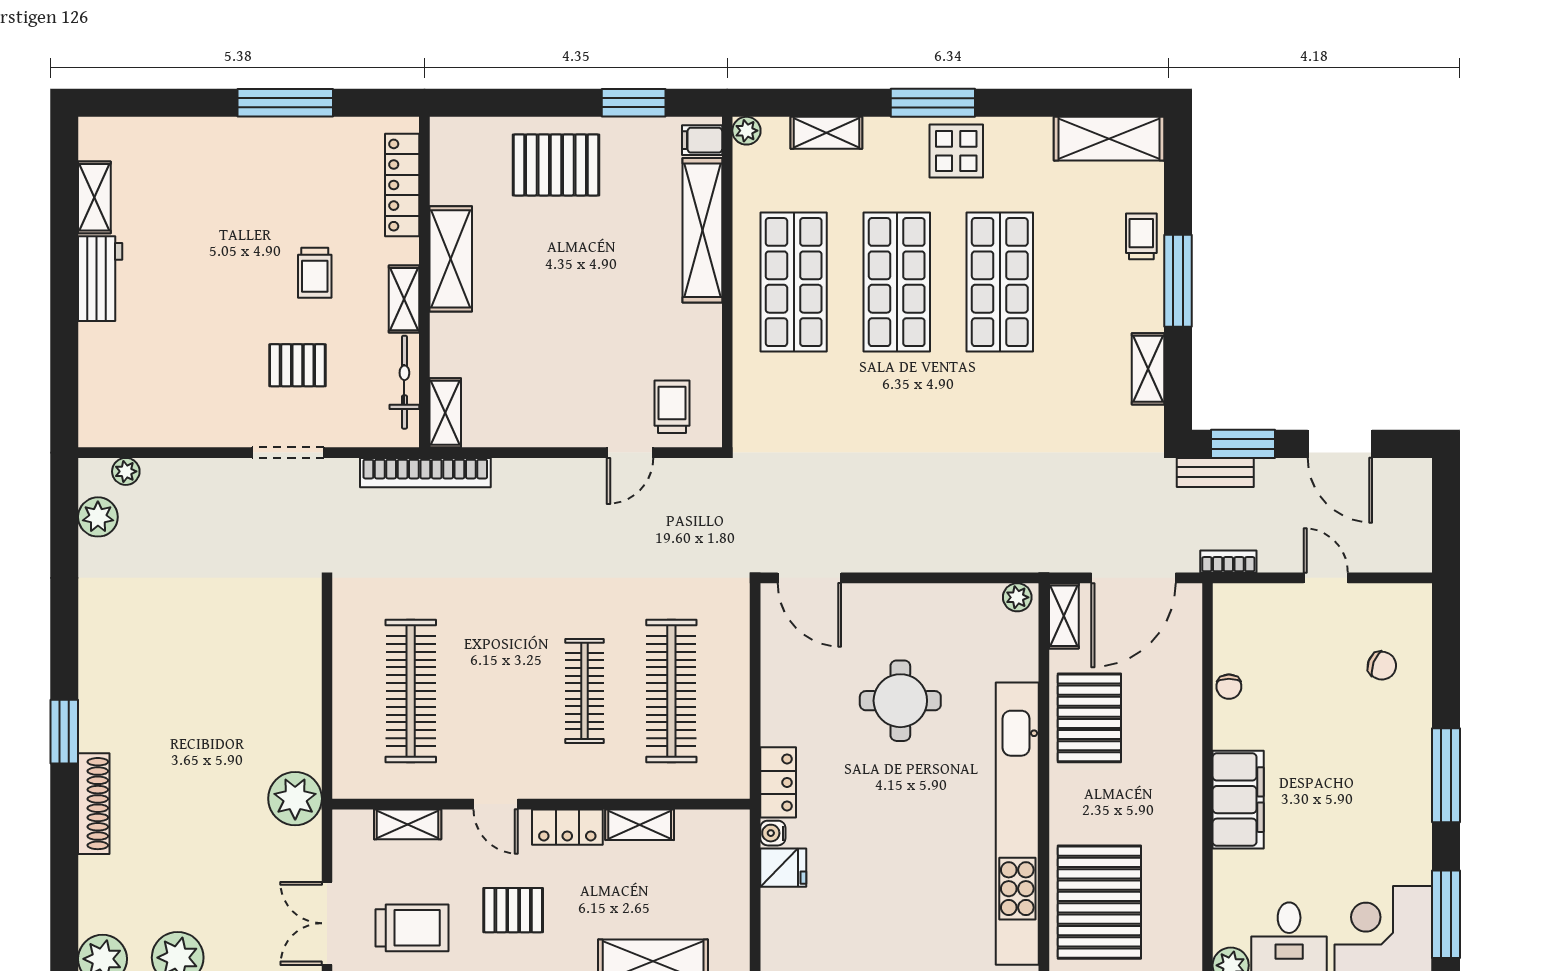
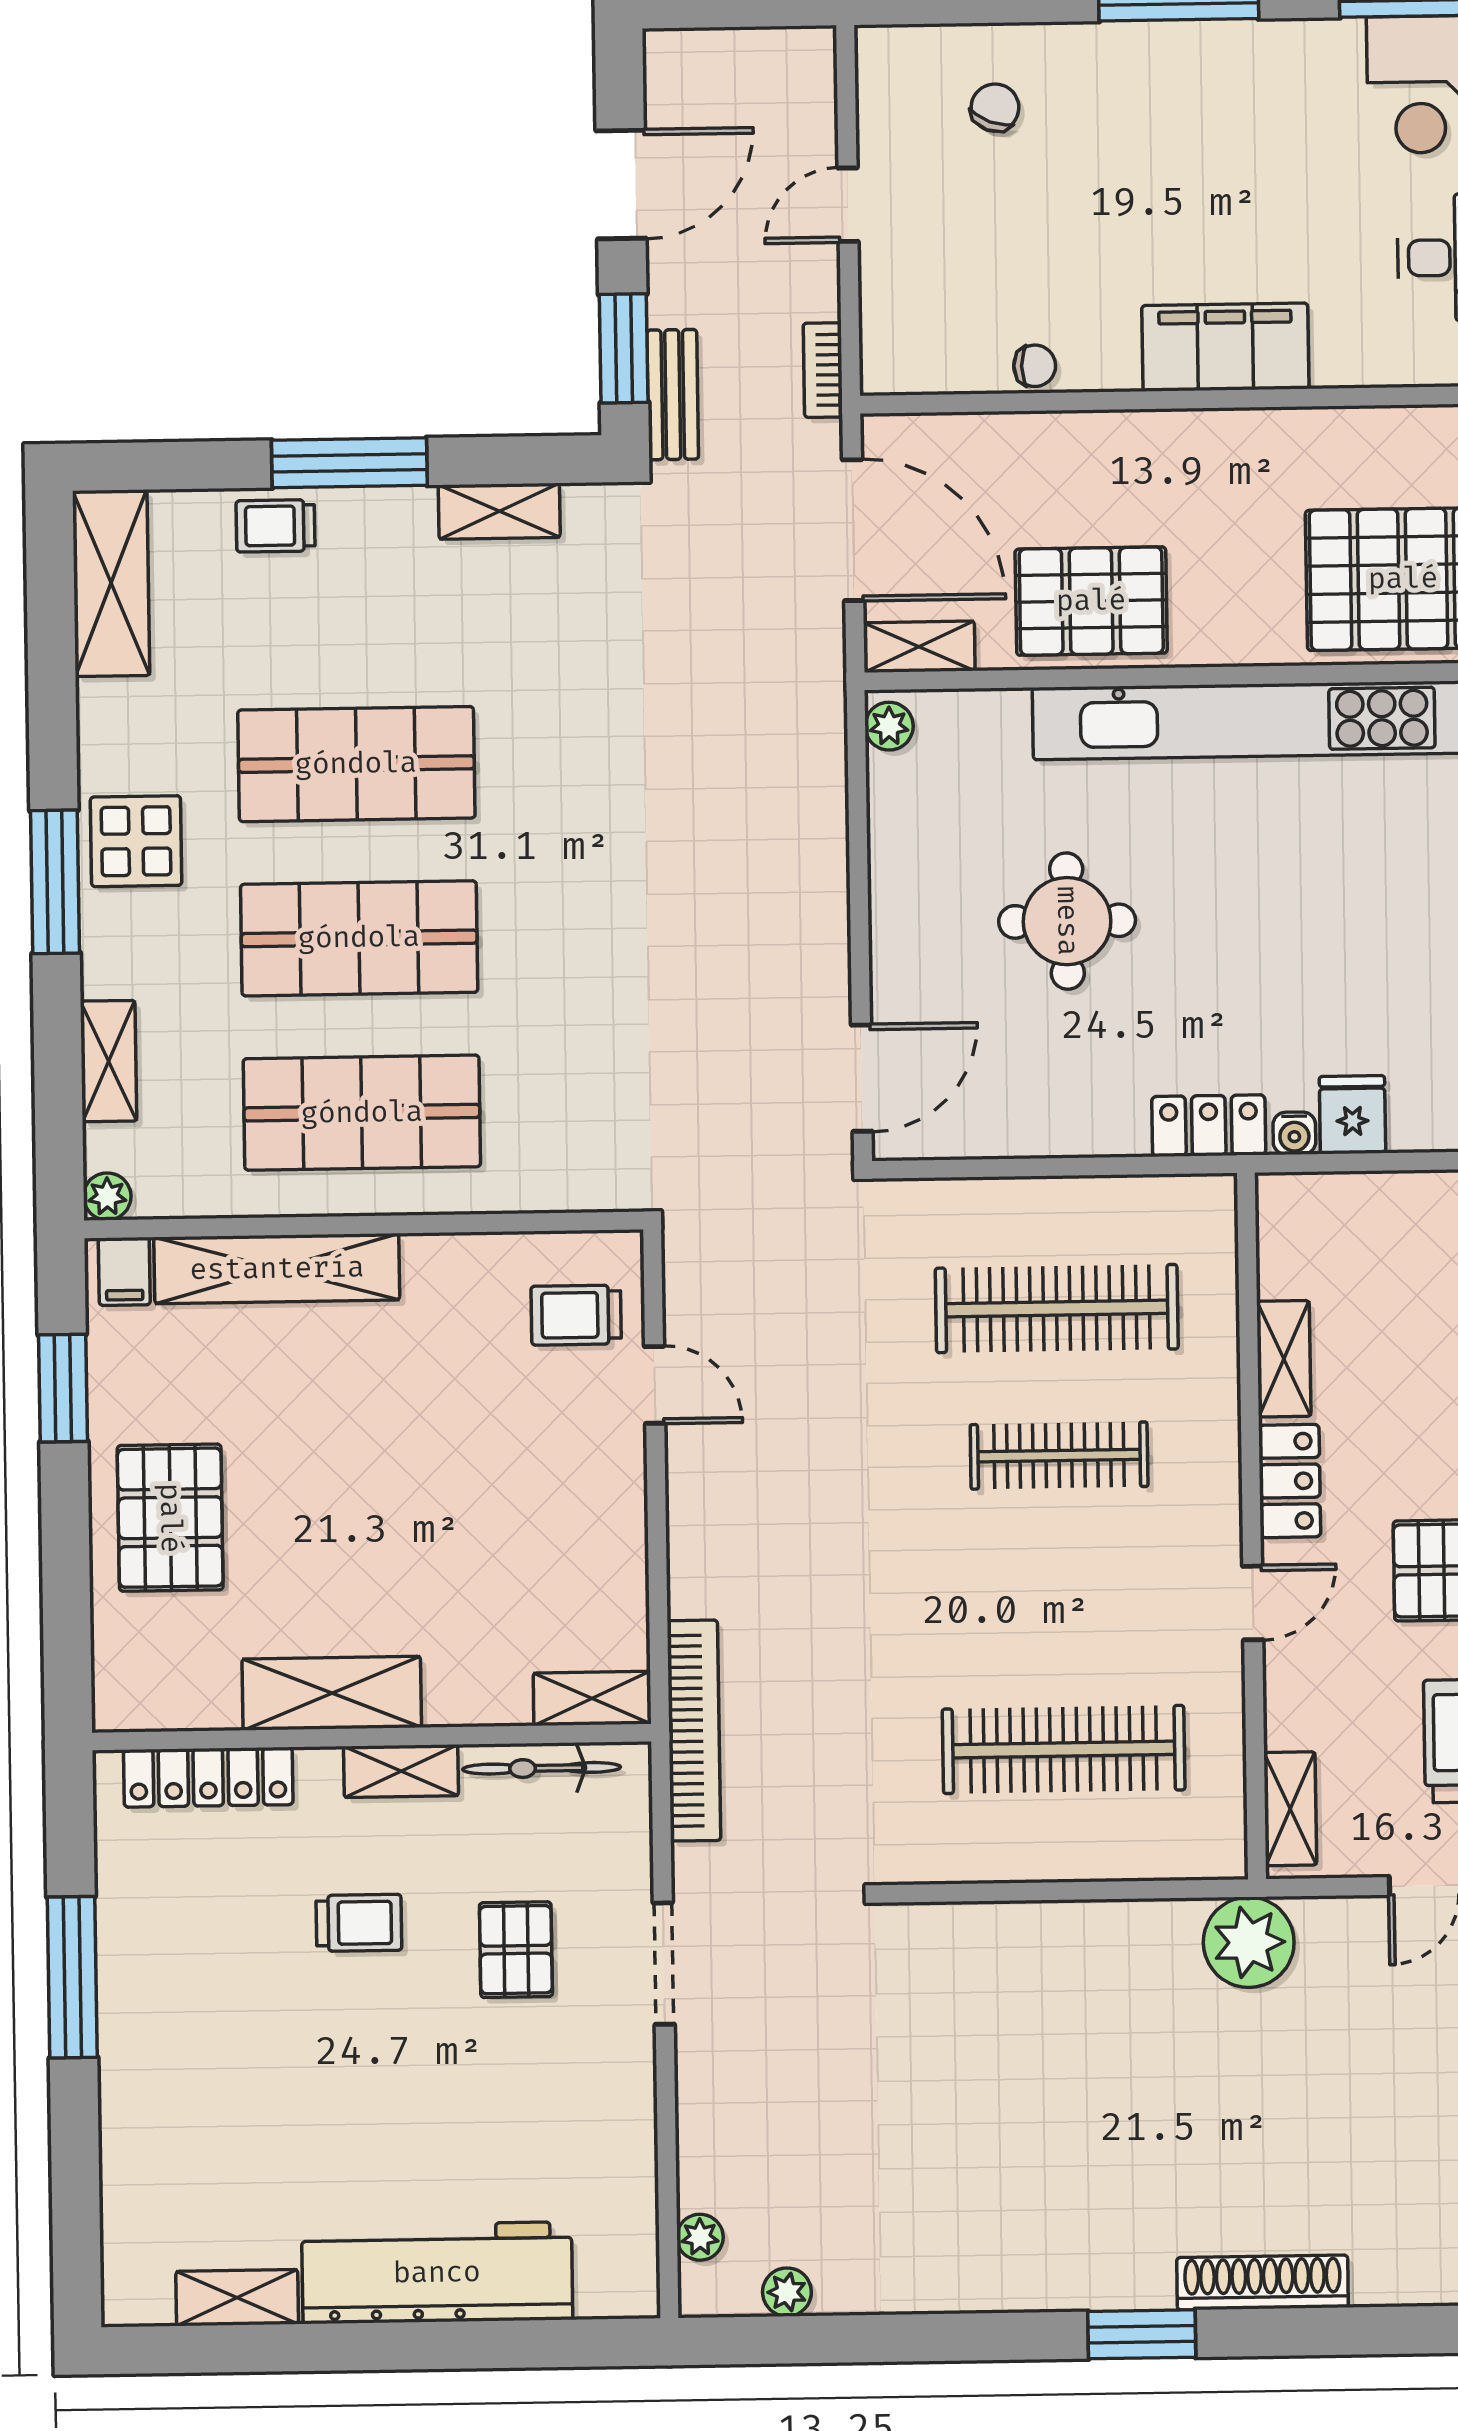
workbench: (100, 279) -> (437, 2273), width x1.88, depth x1.32
plant: (98, 517) -> (787, 2292), width x0.73, depth x0.73
shelving: (408, 824) -> (1290, 1809), moved

